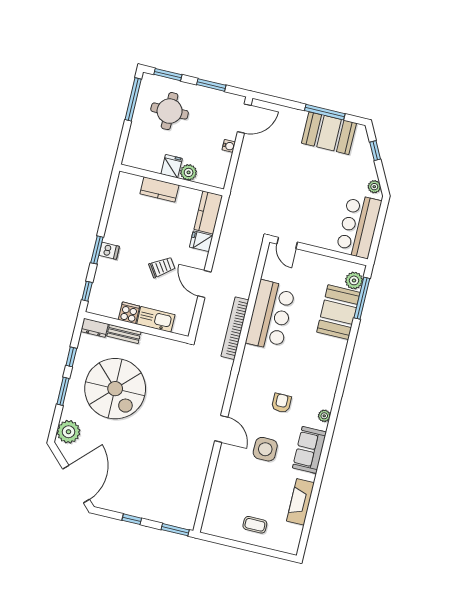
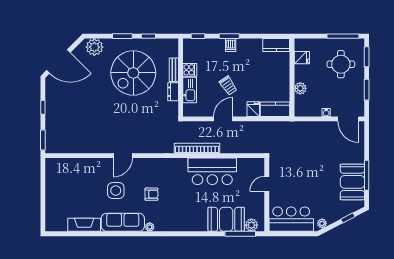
fridge: (172, 166) -> (302, 58), moved
kitchen counter: (159, 189) -> (276, 45), moved, turned -90
door: (287, 243) -> (267, 184), moved
dresser: (94, 328) -> (173, 92), moved
sofa: (309, 450) -> (123, 222), width x1.36
coffee table: (255, 525) -> (60, 196), removed

